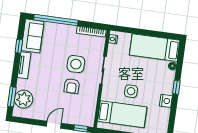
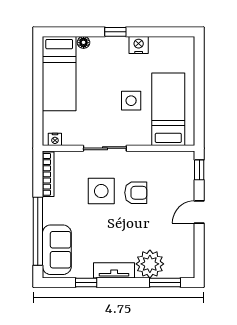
sofa: (33, 36) -> (57, 250), moved, turned 90
plant: (24, 99) -> (150, 264), moved
door: (54, 125) -> (199, 212), hinge flipped

